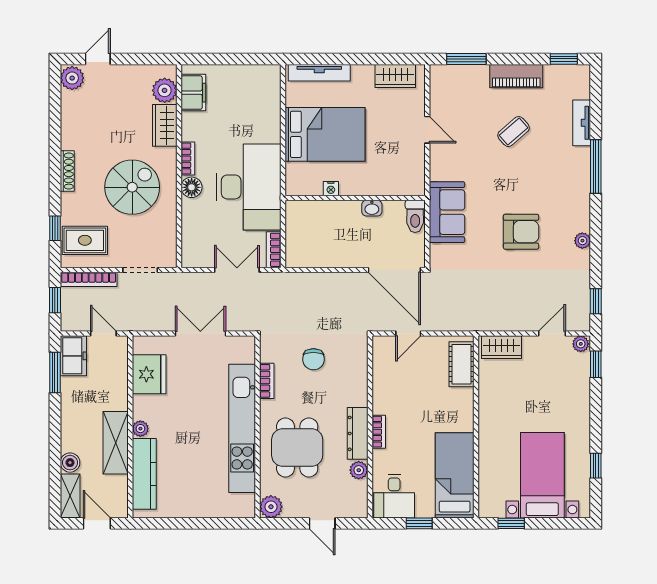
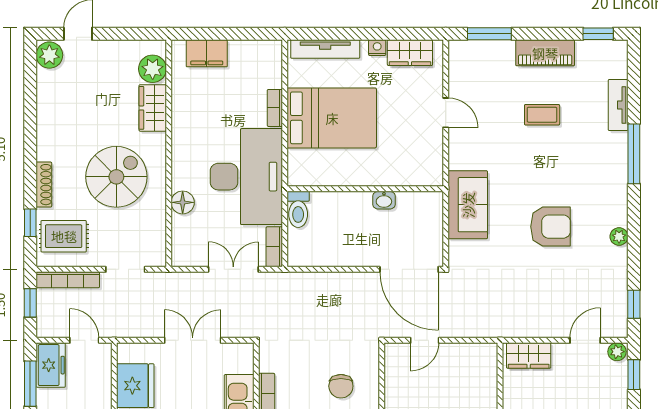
filing cabinet: (193, 93) -> (207, 53), moved, turned 90
coffee table: (514, 132) -> (542, 115), turned 41
bookcase: (188, 159) -> (275, 108), moved, turned 180
shoe rack: (67, 171) -> (44, 185), moved
floor lamp: (192, 187) -> (183, 202), moved
nightstand: (331, 189) -> (377, 48), moved, turned 180
toilet: (415, 216) -> (298, 209), moved
chair: (313, 359) -> (341, 386), moved
cot: (461, 364) -> (484, 375), removed

